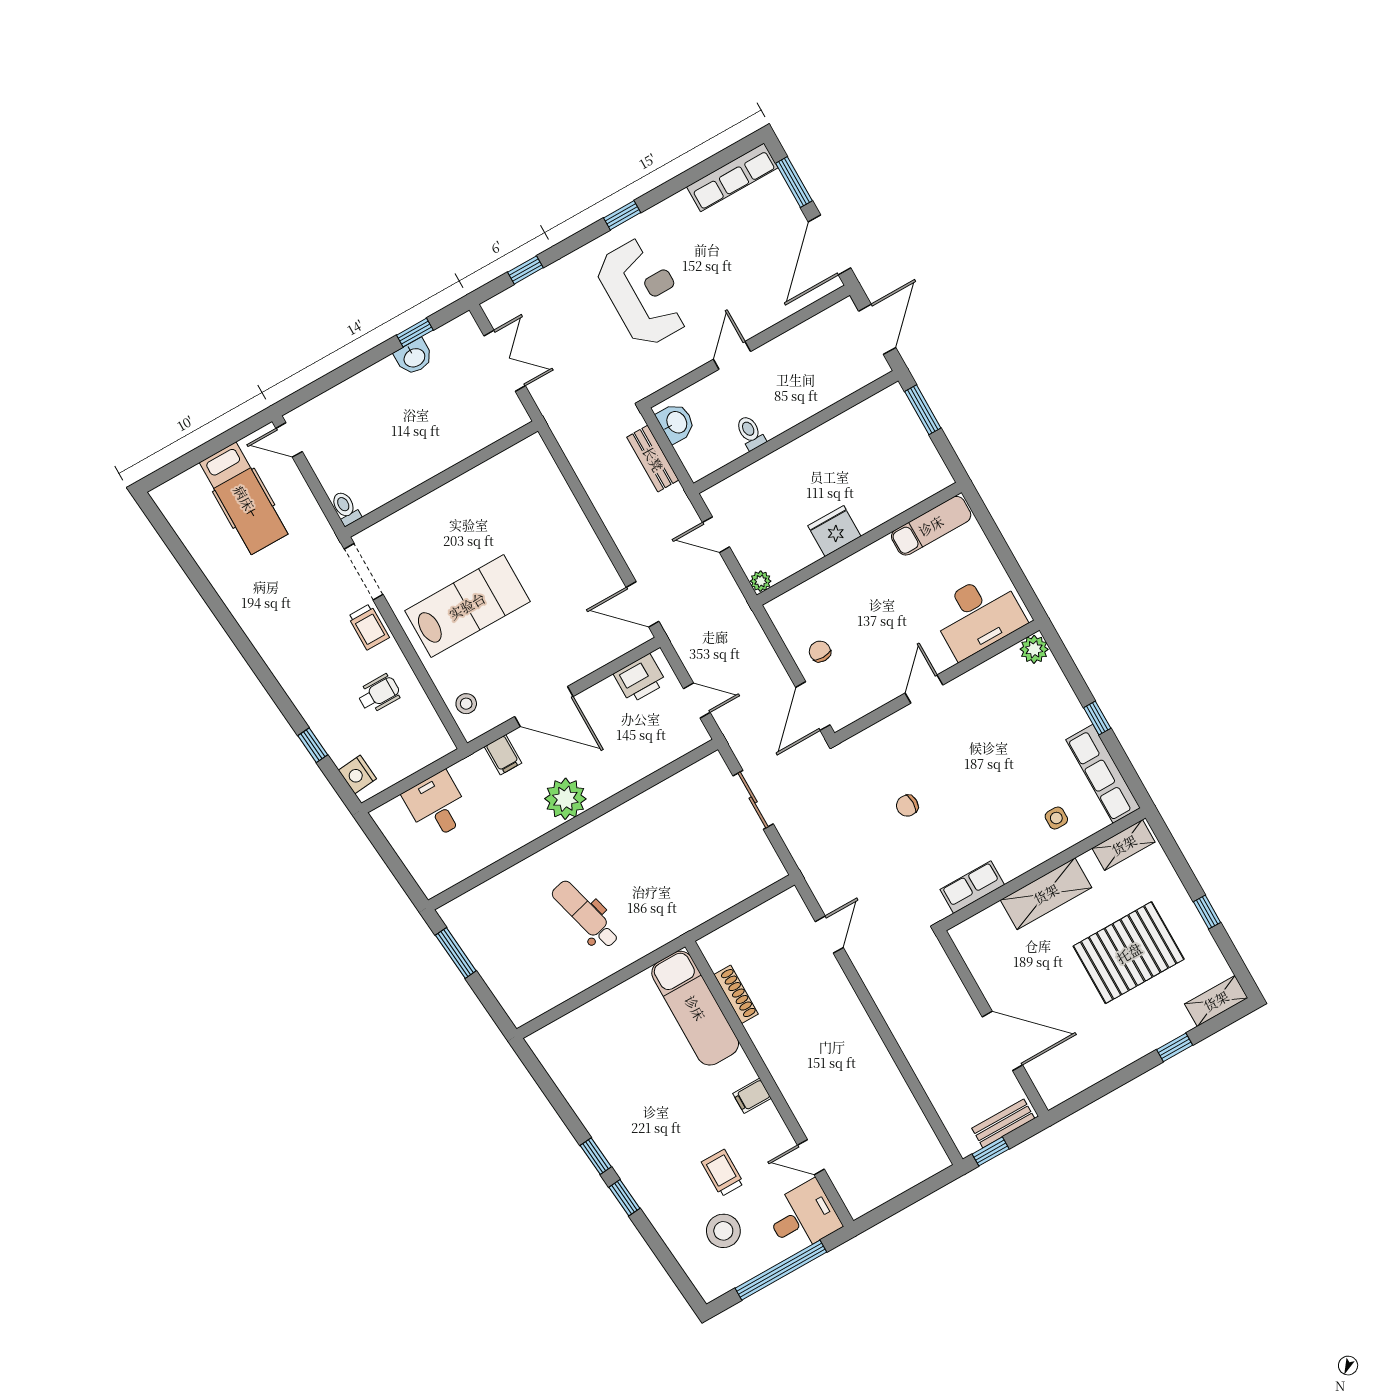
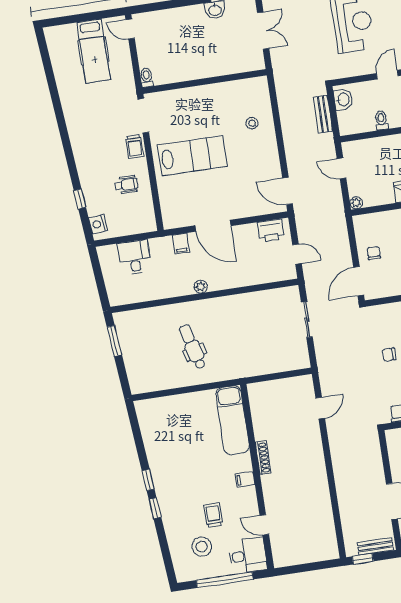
stool: (466, 704) -> (252, 123), moved
plant: (565, 799) -> (201, 287), width x0.53, depth x0.53
shoe rack: (736, 994) -> (263, 458), moved

